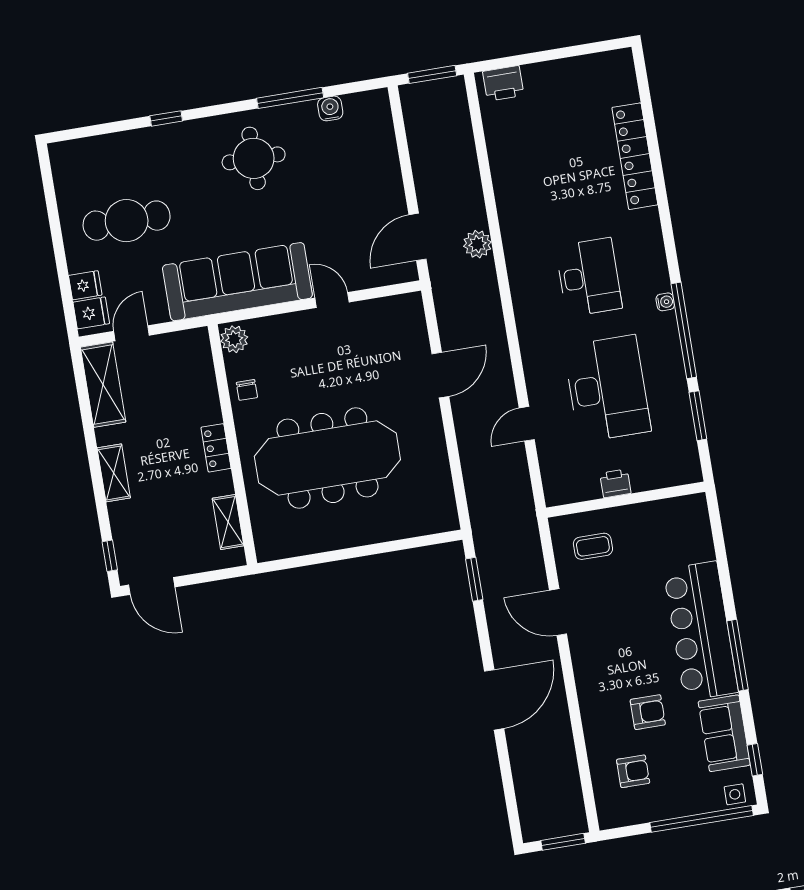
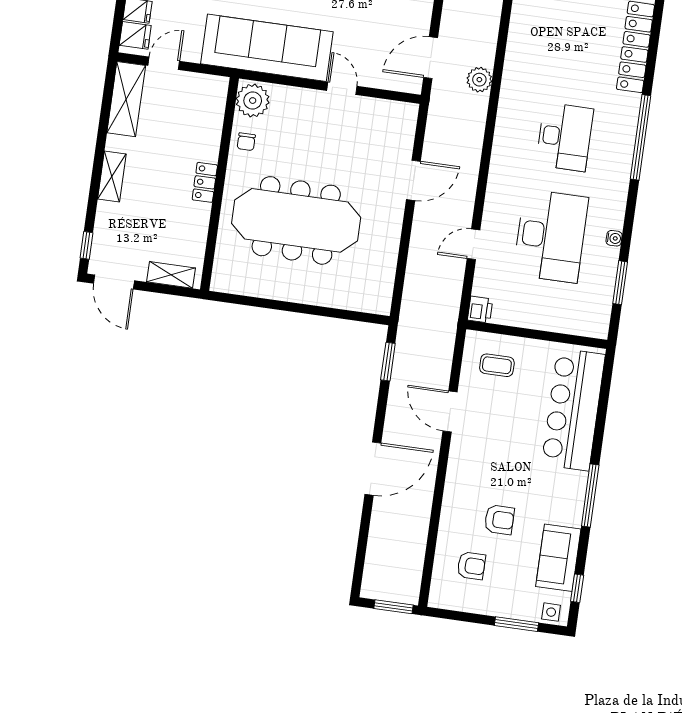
water cooler: (665, 302) -> (614, 238), moved
window: (684, 330) -> (640, 137), moved
plant: (234, 339) -> (253, 101), width x1.36, depth x1.36
printer: (615, 483) -> (480, 310), moved, turned 90
shelving: (228, 522) -> (171, 275), moved, turned 90
bar counter: (701, 631) -> (573, 410), moved
window: (702, 819) -> (516, 624), width x0.47

